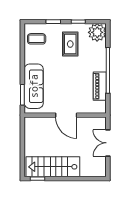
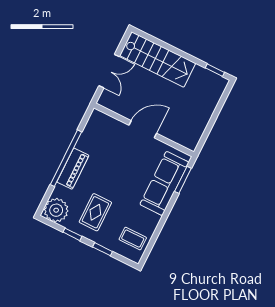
piano: (100, 86) -> (73, 169), moved
door: (66, 115) -> (143, 129), hinge flipped
stairs: (53, 167) -> (158, 59), moved

